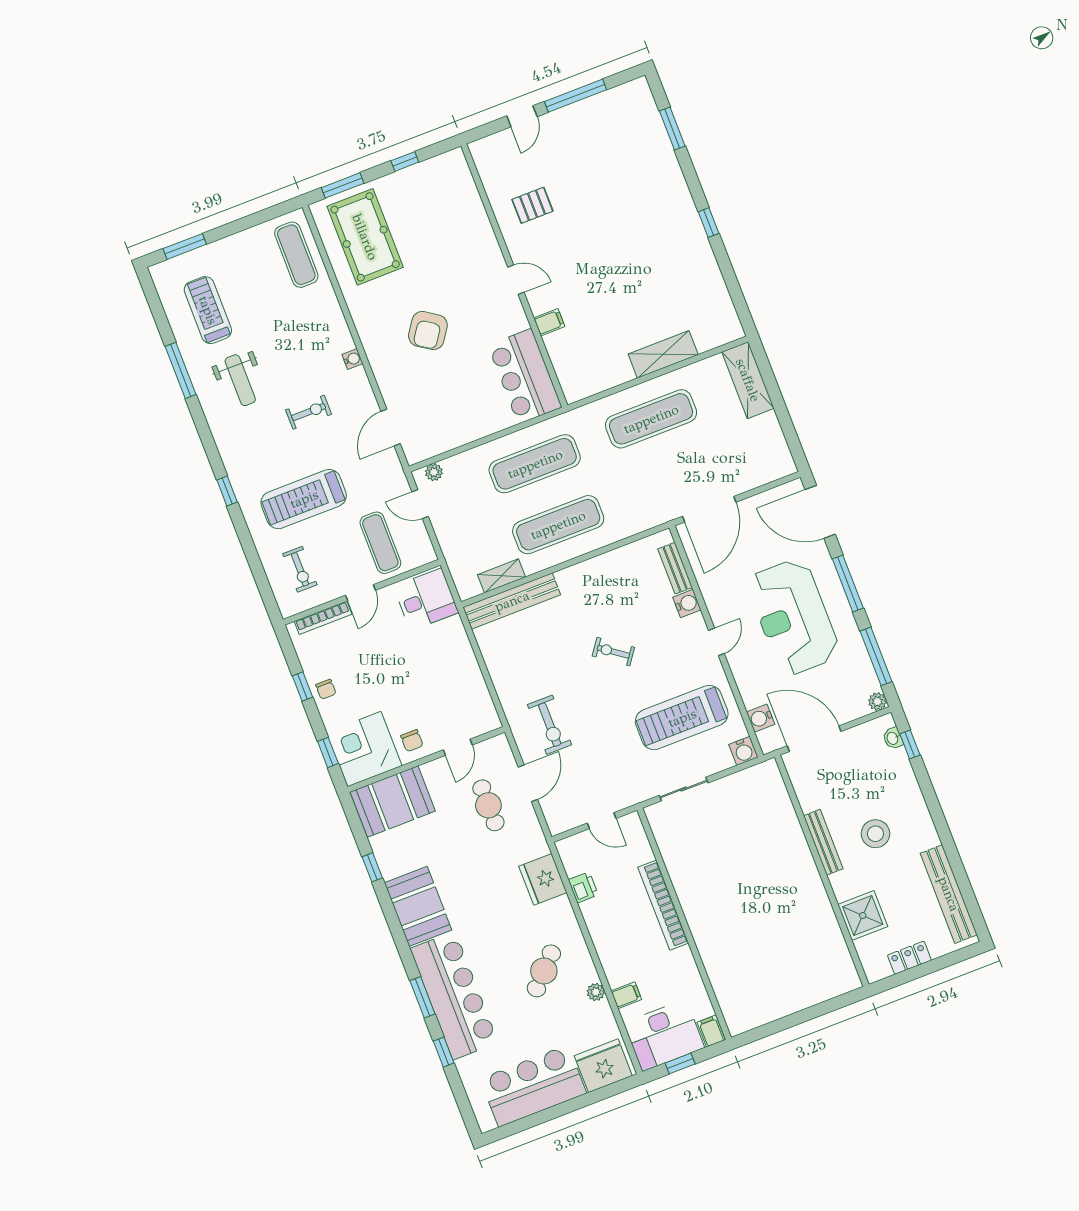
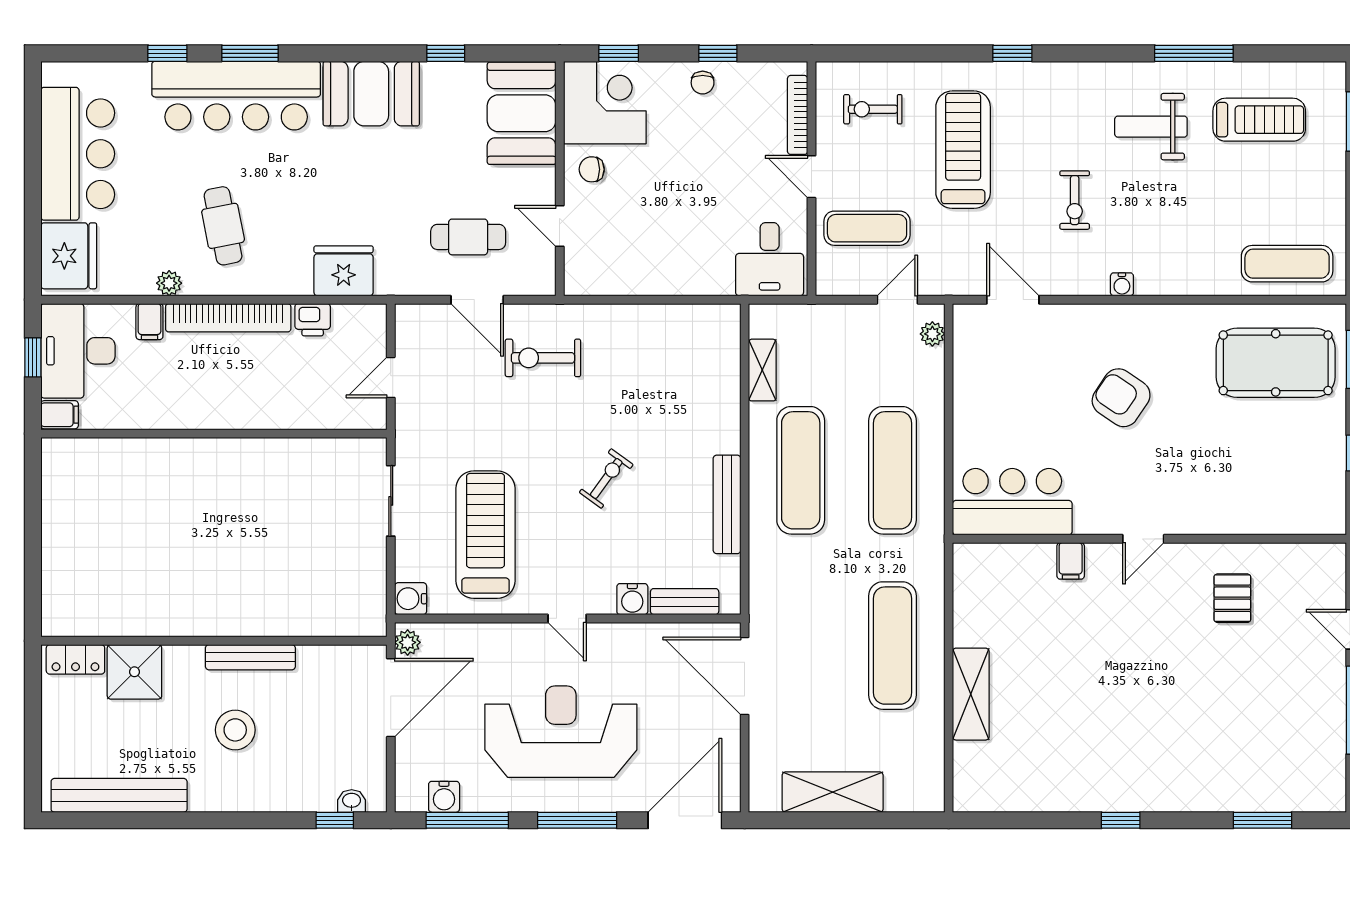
shelving: (748, 380) -> (833, 792), moved
bench: (512, 601) -> (727, 504), moved, width x0.73, depth x0.82
chair: (326, 689) -> (703, 83), turned -90
plant: (877, 701) -> (408, 642), moved
water cooler: (761, 718) -> (444, 797), moved, turned 180
bookcase: (663, 905) -> (228, 318), moved, turned 180
locker: (909, 958) -> (75, 659), moved, turned 90
cafe table: (544, 971) -> (223, 226), turned 35

